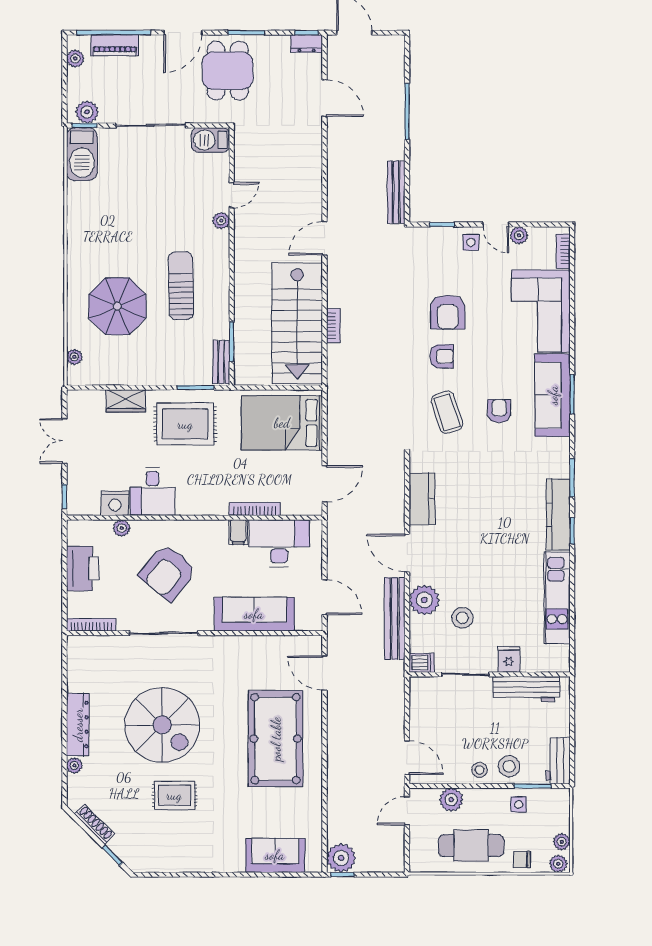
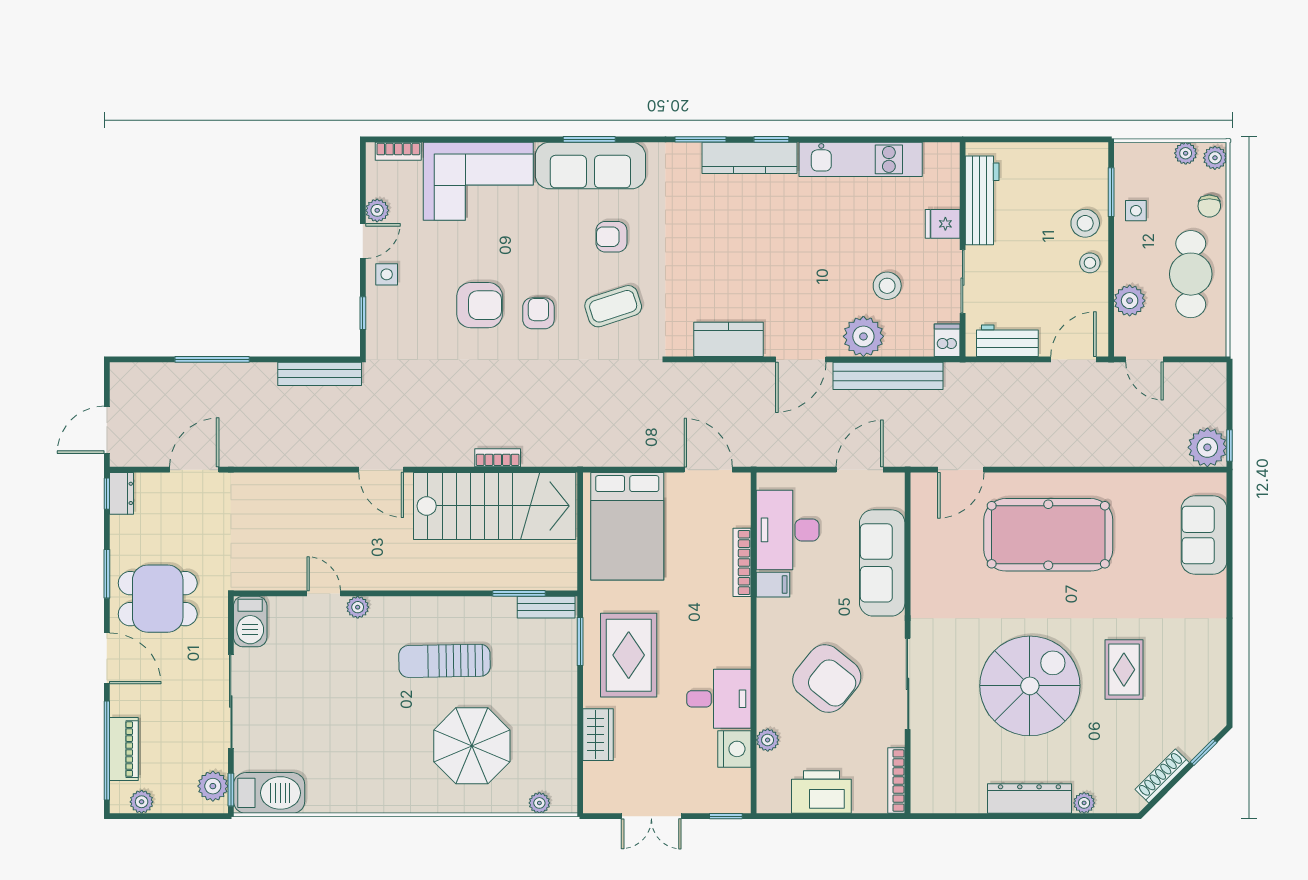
workbench: (558, 761) -> (1007, 341), moved, turned 180

